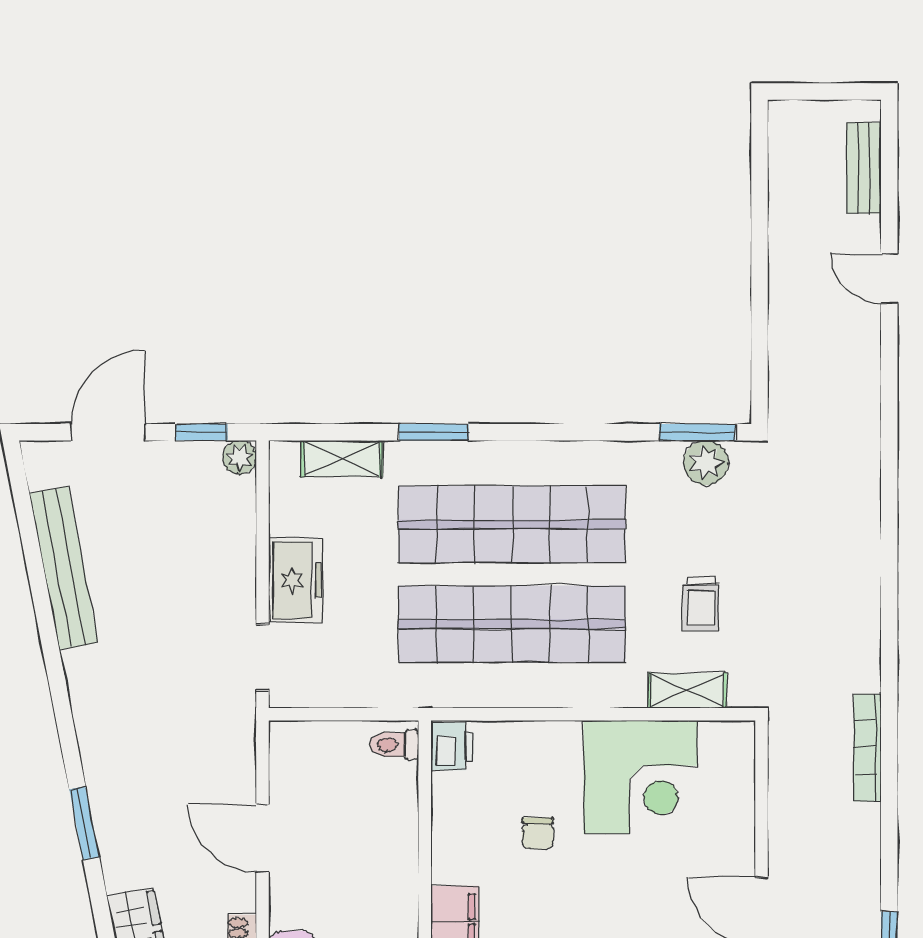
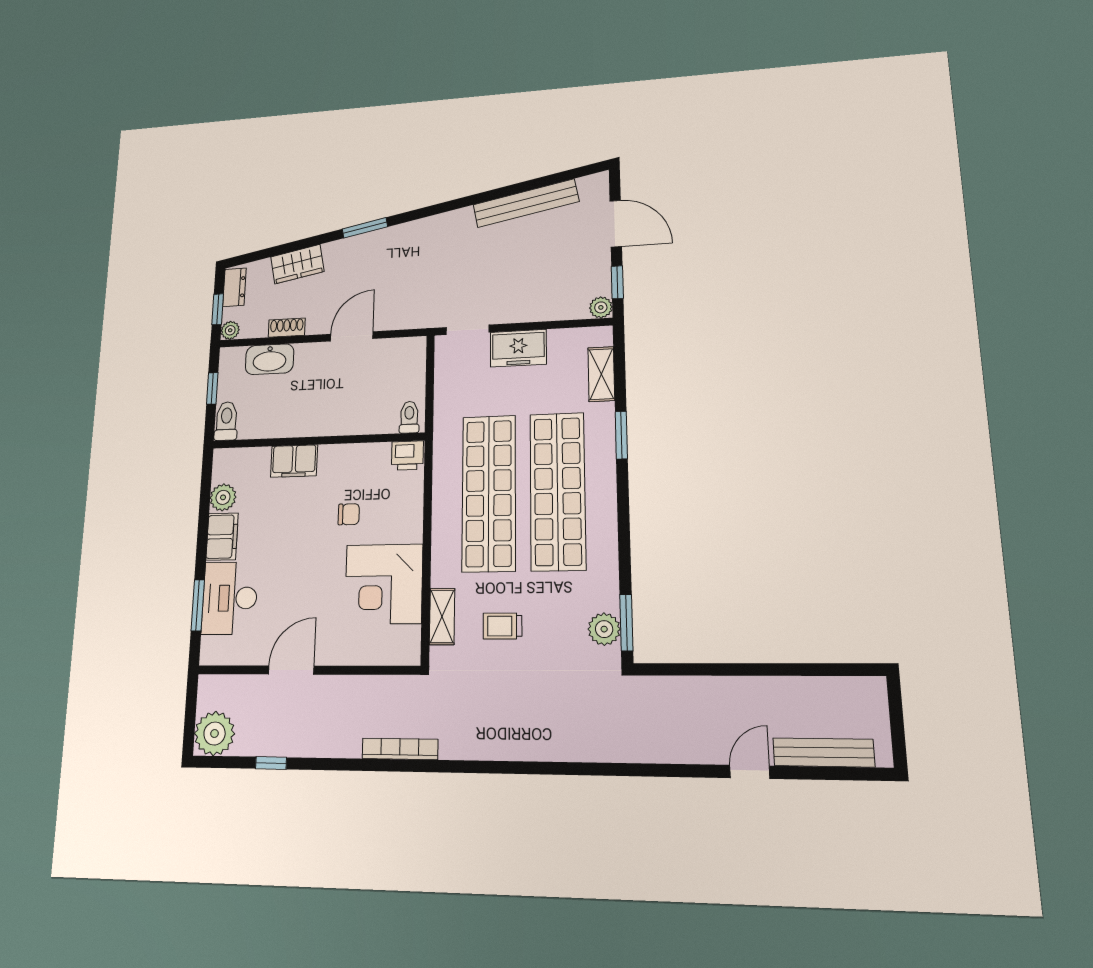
bench: (864, 168) -> (824, 753), width x1.36
chair: (538, 833) -> (349, 514), turned 180

